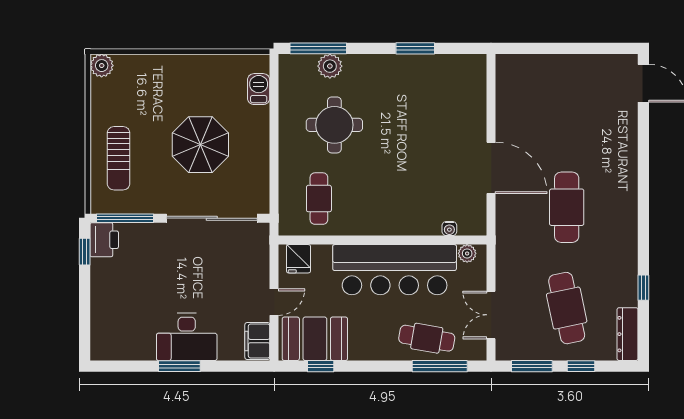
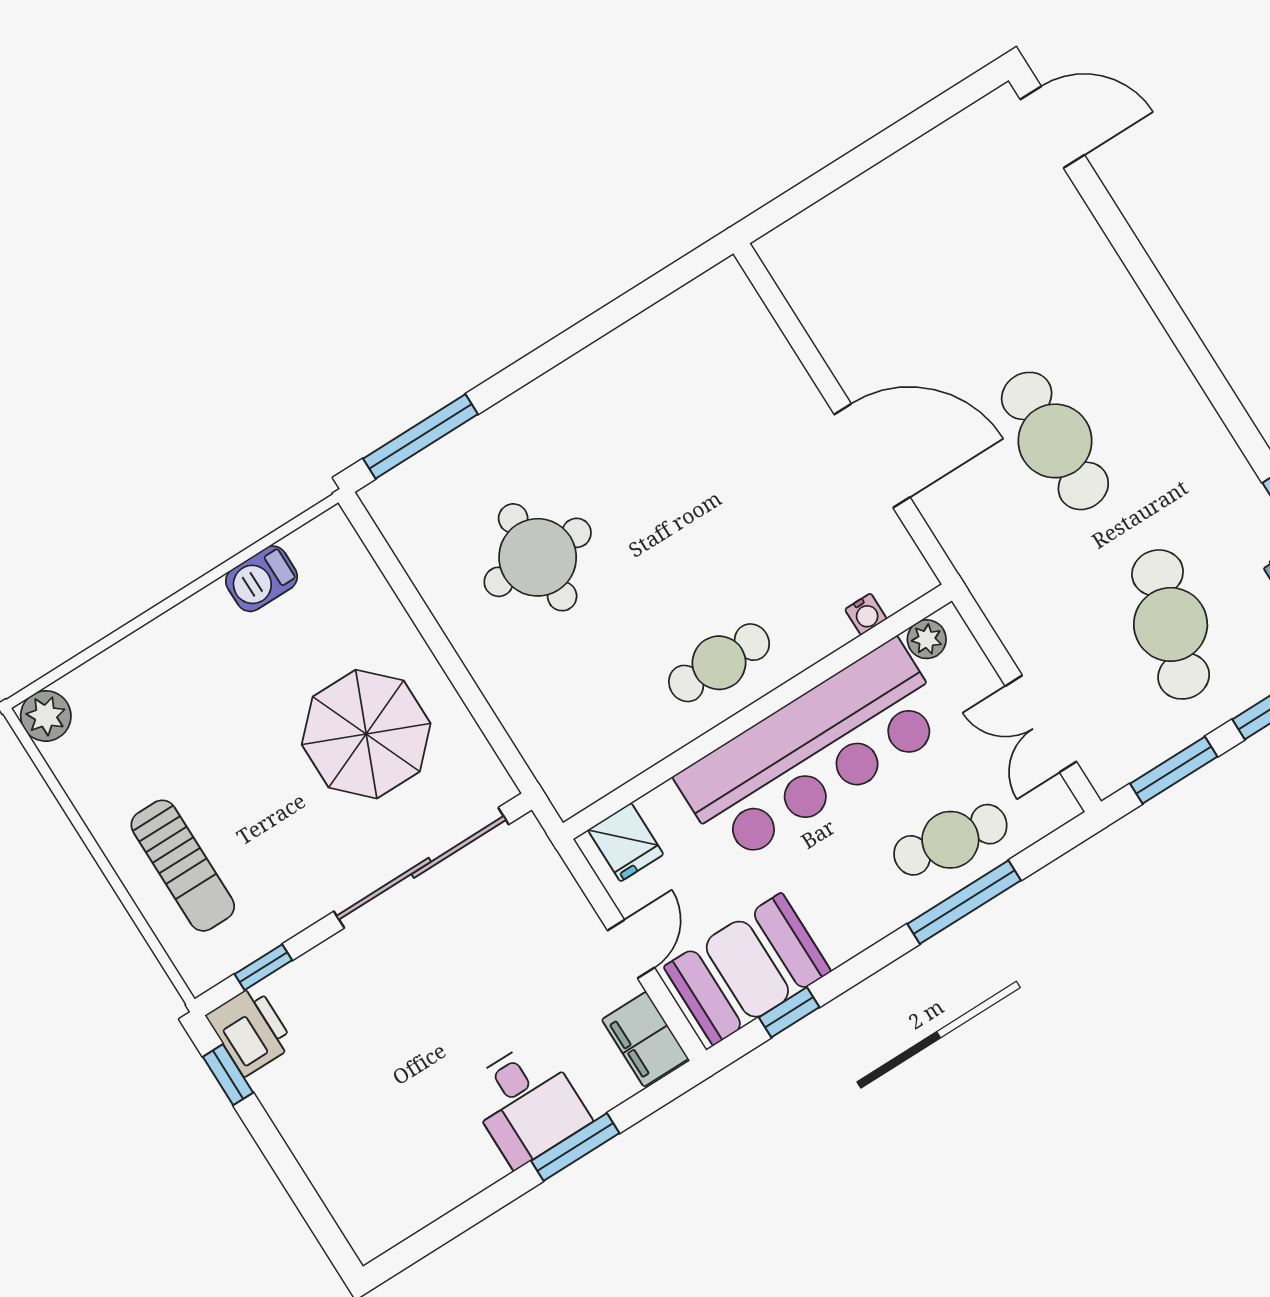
window: (415, 48) -> (597, 325), removed
plant: (330, 66) -> (462, 455), removed
barbecue: (259, 89) -> (261, 579), moved, turned -90
parasol: (200, 145) -> (366, 734), moved
cafe table: (319, 199) -> (719, 663), moved, turned 90
window: (125, 218) -> (263, 967), width x0.46
cafe table: (567, 308) -> (1171, 624), turned 30
desk: (187, 337) -> (527, 1103), width x0.73
window: (179, 366) -> (575, 1147), moved
window: (440, 366) -> (964, 902), moved

